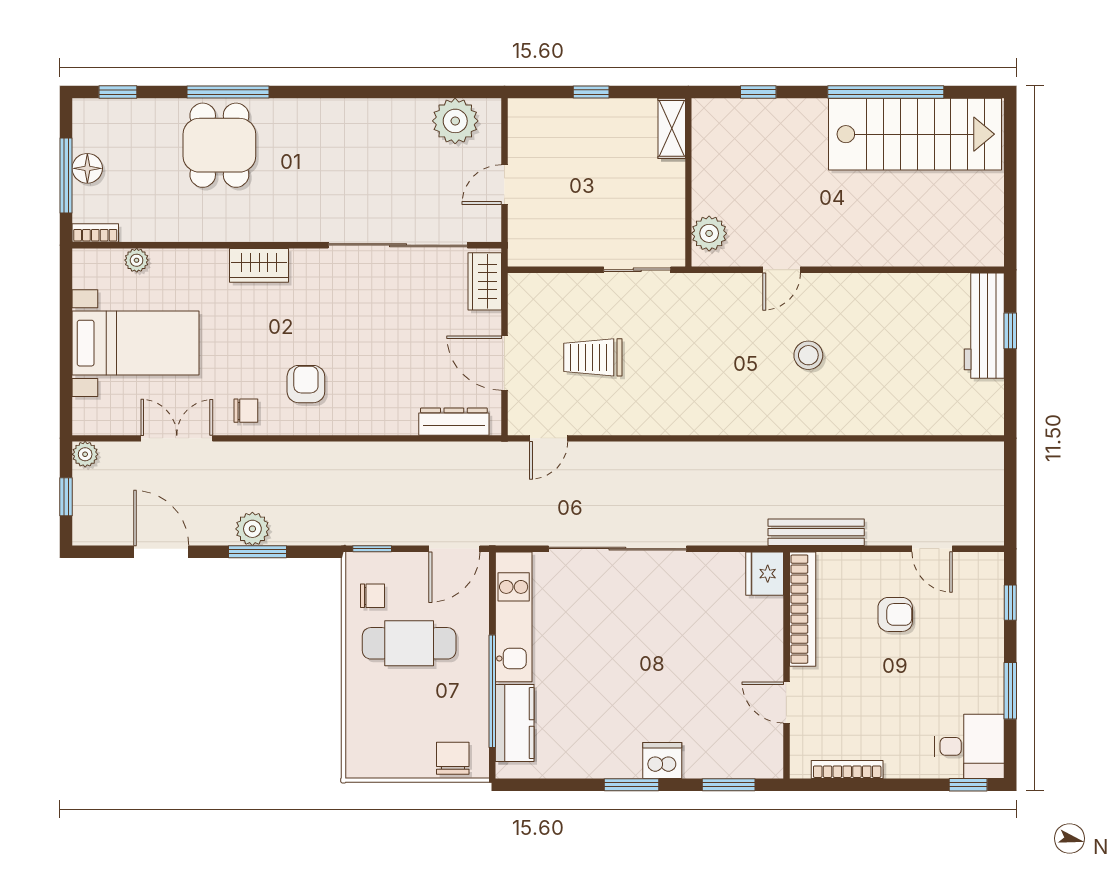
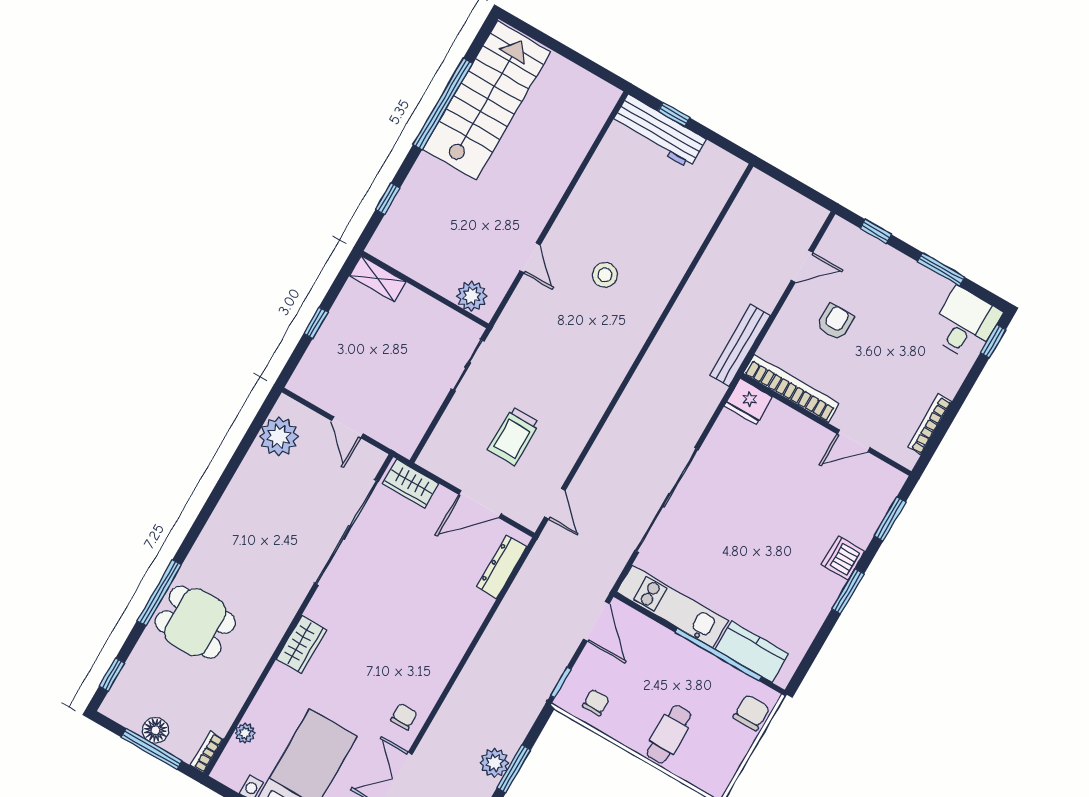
armchair: (306, 384) -> (410, 661), removed
cafe table: (409, 643) -> (669, 734), moved, width x0.73, depth x0.74
chair: (453, 758) -> (751, 713), turned 90

